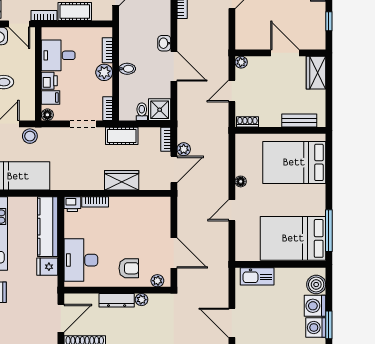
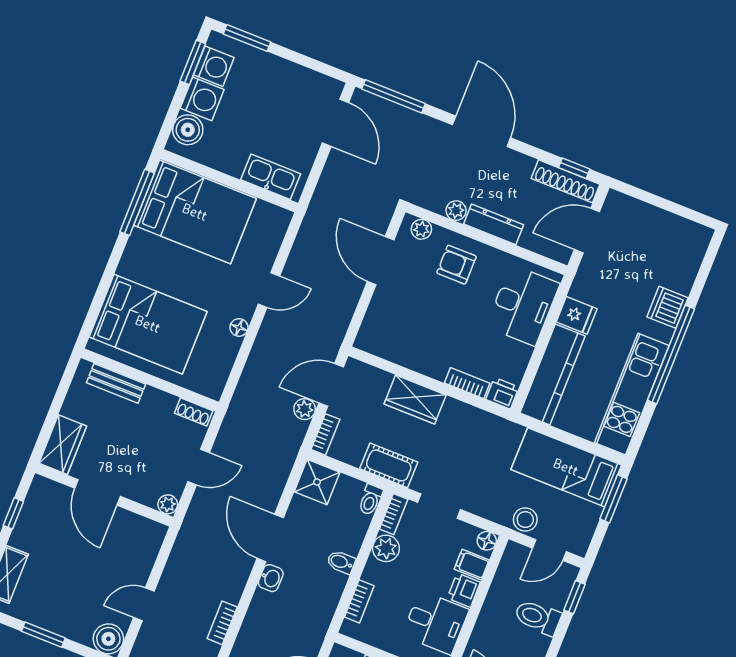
plant: (104, 72) -> (386, 548), moved
toilet: (142, 112) -> (370, 500), moved

